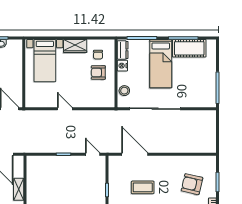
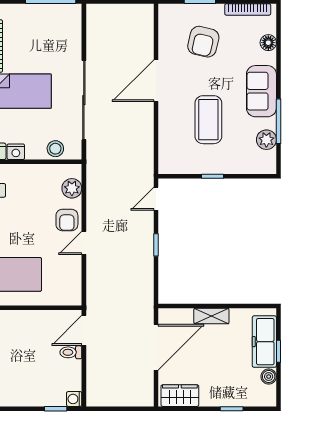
armchair: (98, 72) -> (67, 220), moved
plant: (99, 101) -> (72, 188), added
door: (135, 154) -> (156, 81), moved
coffee table: (143, 187) -> (208, 120), width x1.36, depth x1.32

